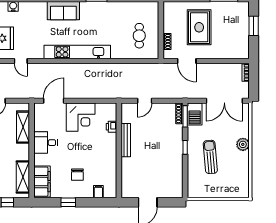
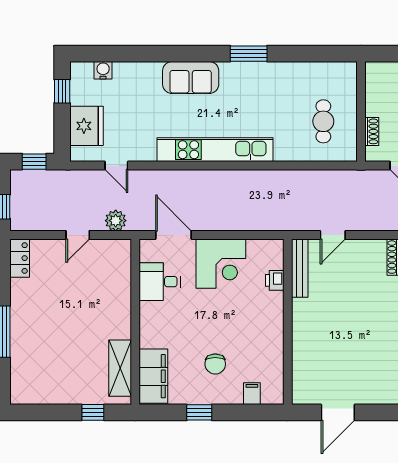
plant: (20, 92) -> (116, 221), added
door: (54, 101) -> (174, 235), hinge flipped
shelving: (23, 127) -> (120, 281), removed
bench: (126, 140) -> (300, 268), moved
desk: (46, 143) -> (160, 282), moved

